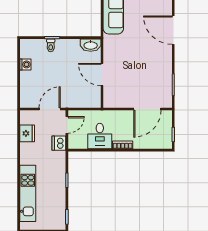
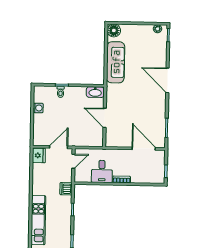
door: (147, 109) -> (144, 149), swing flipped
fridge: (27, 133) -> (39, 155), moved
dishwasher: (59, 143) -> (66, 189), moved

